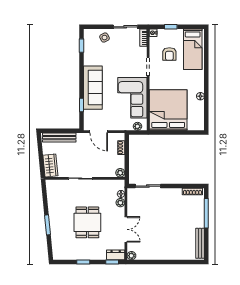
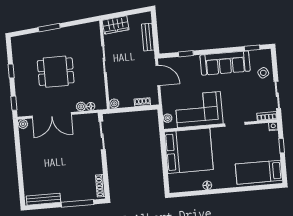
armchair: (169, 54) -> (251, 147), removed
sofa: (93, 88) -> (225, 63), moved
door: (99, 132) -> (158, 75), swing flipped
bench: (59, 138) -> (148, 37), width x0.73
double door: (126, 229) -> (52, 115), width x1.37
dresser: (116, 255) -> (22, 106), removed

